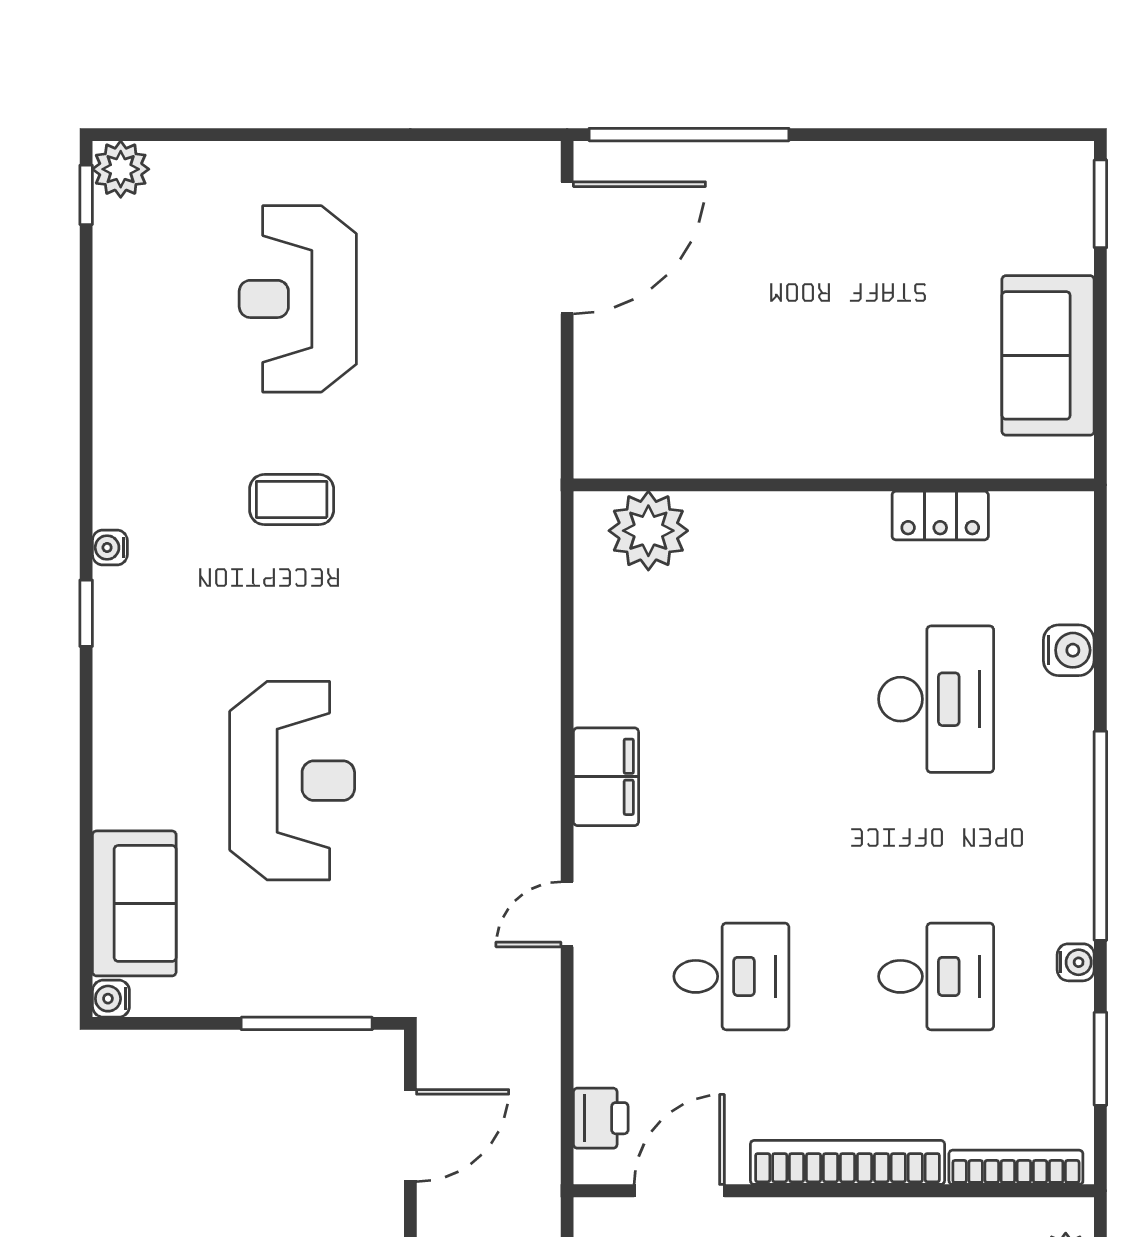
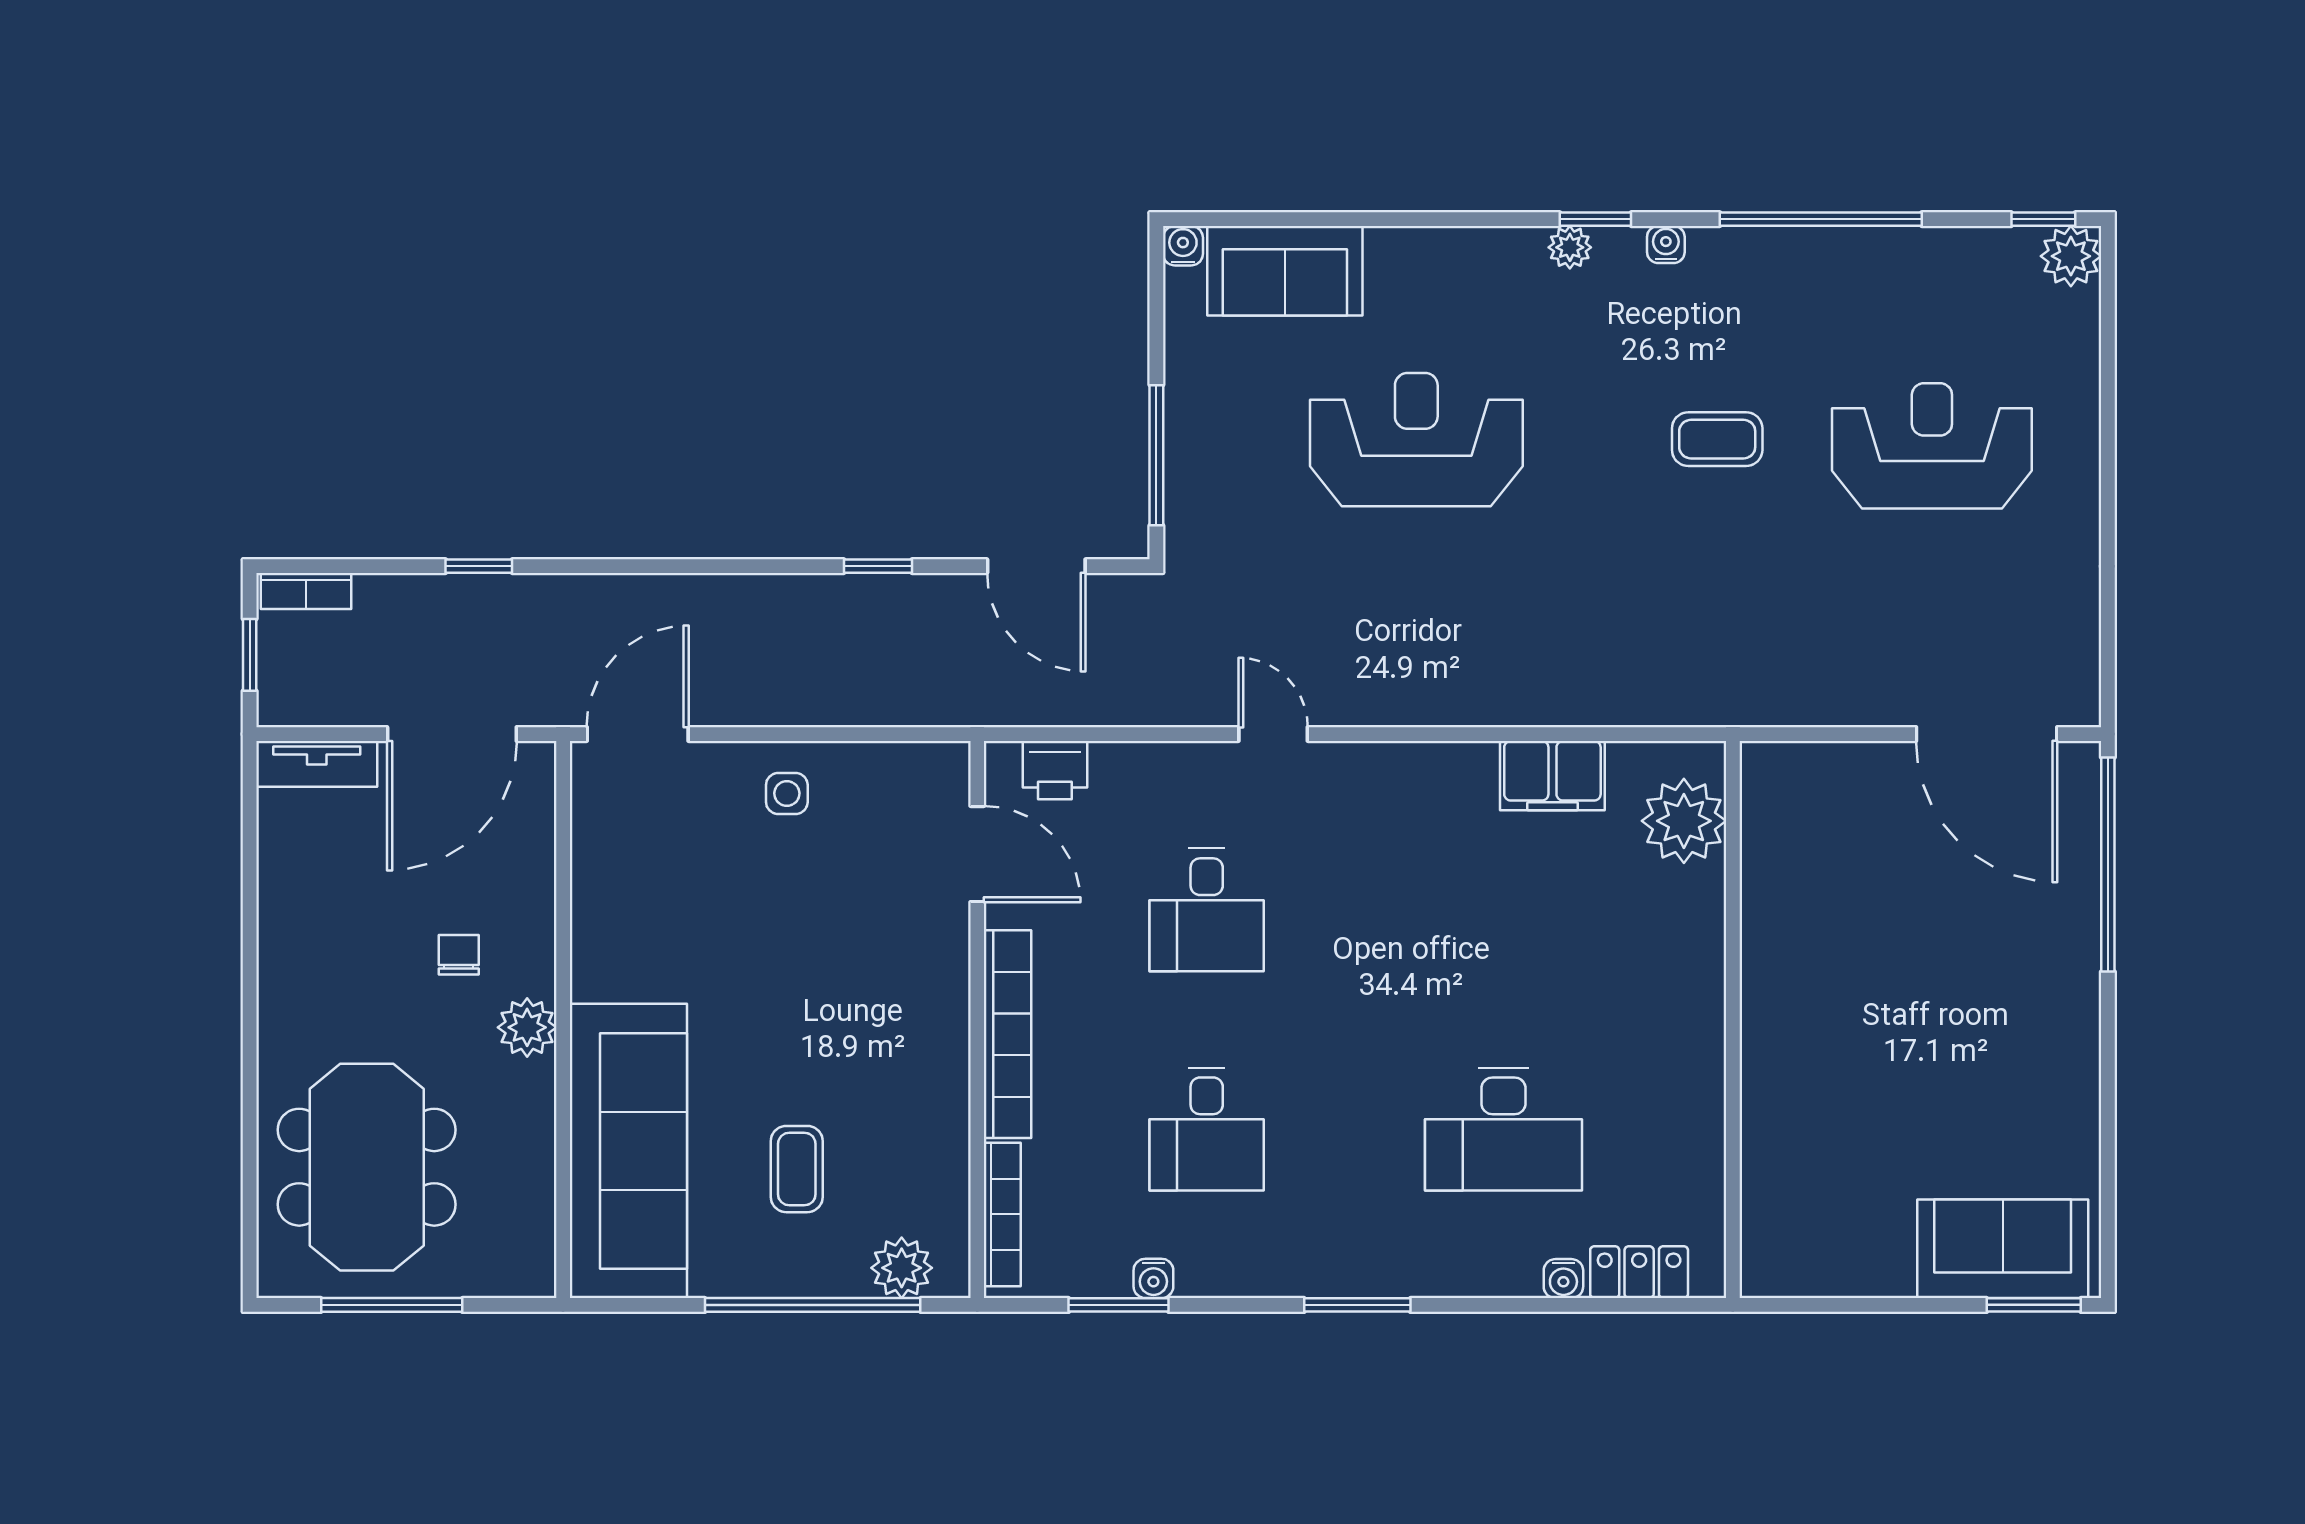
sofa: (1048, 355) -> (2003, 1249), moved
window: (86, 403) -> (1821, 219), added
coffee table: (292, 500) -> (1717, 439), turned 90
locker: (940, 516) -> (1639, 1272), moved, turned 90
plant: (112, 637) -> (1570, 247), added
water cooler: (1069, 650) -> (1563, 1279), width x0.72, depth x0.72
filing cabinet: (606, 777) -> (1552, 776), moved
reception desk: (292, 781) -> (1416, 440), turned 180
window: (1100, 836) -> (1357, 1305), width x0.47
water cooler: (1076, 962) -> (1153, 1278), moved

